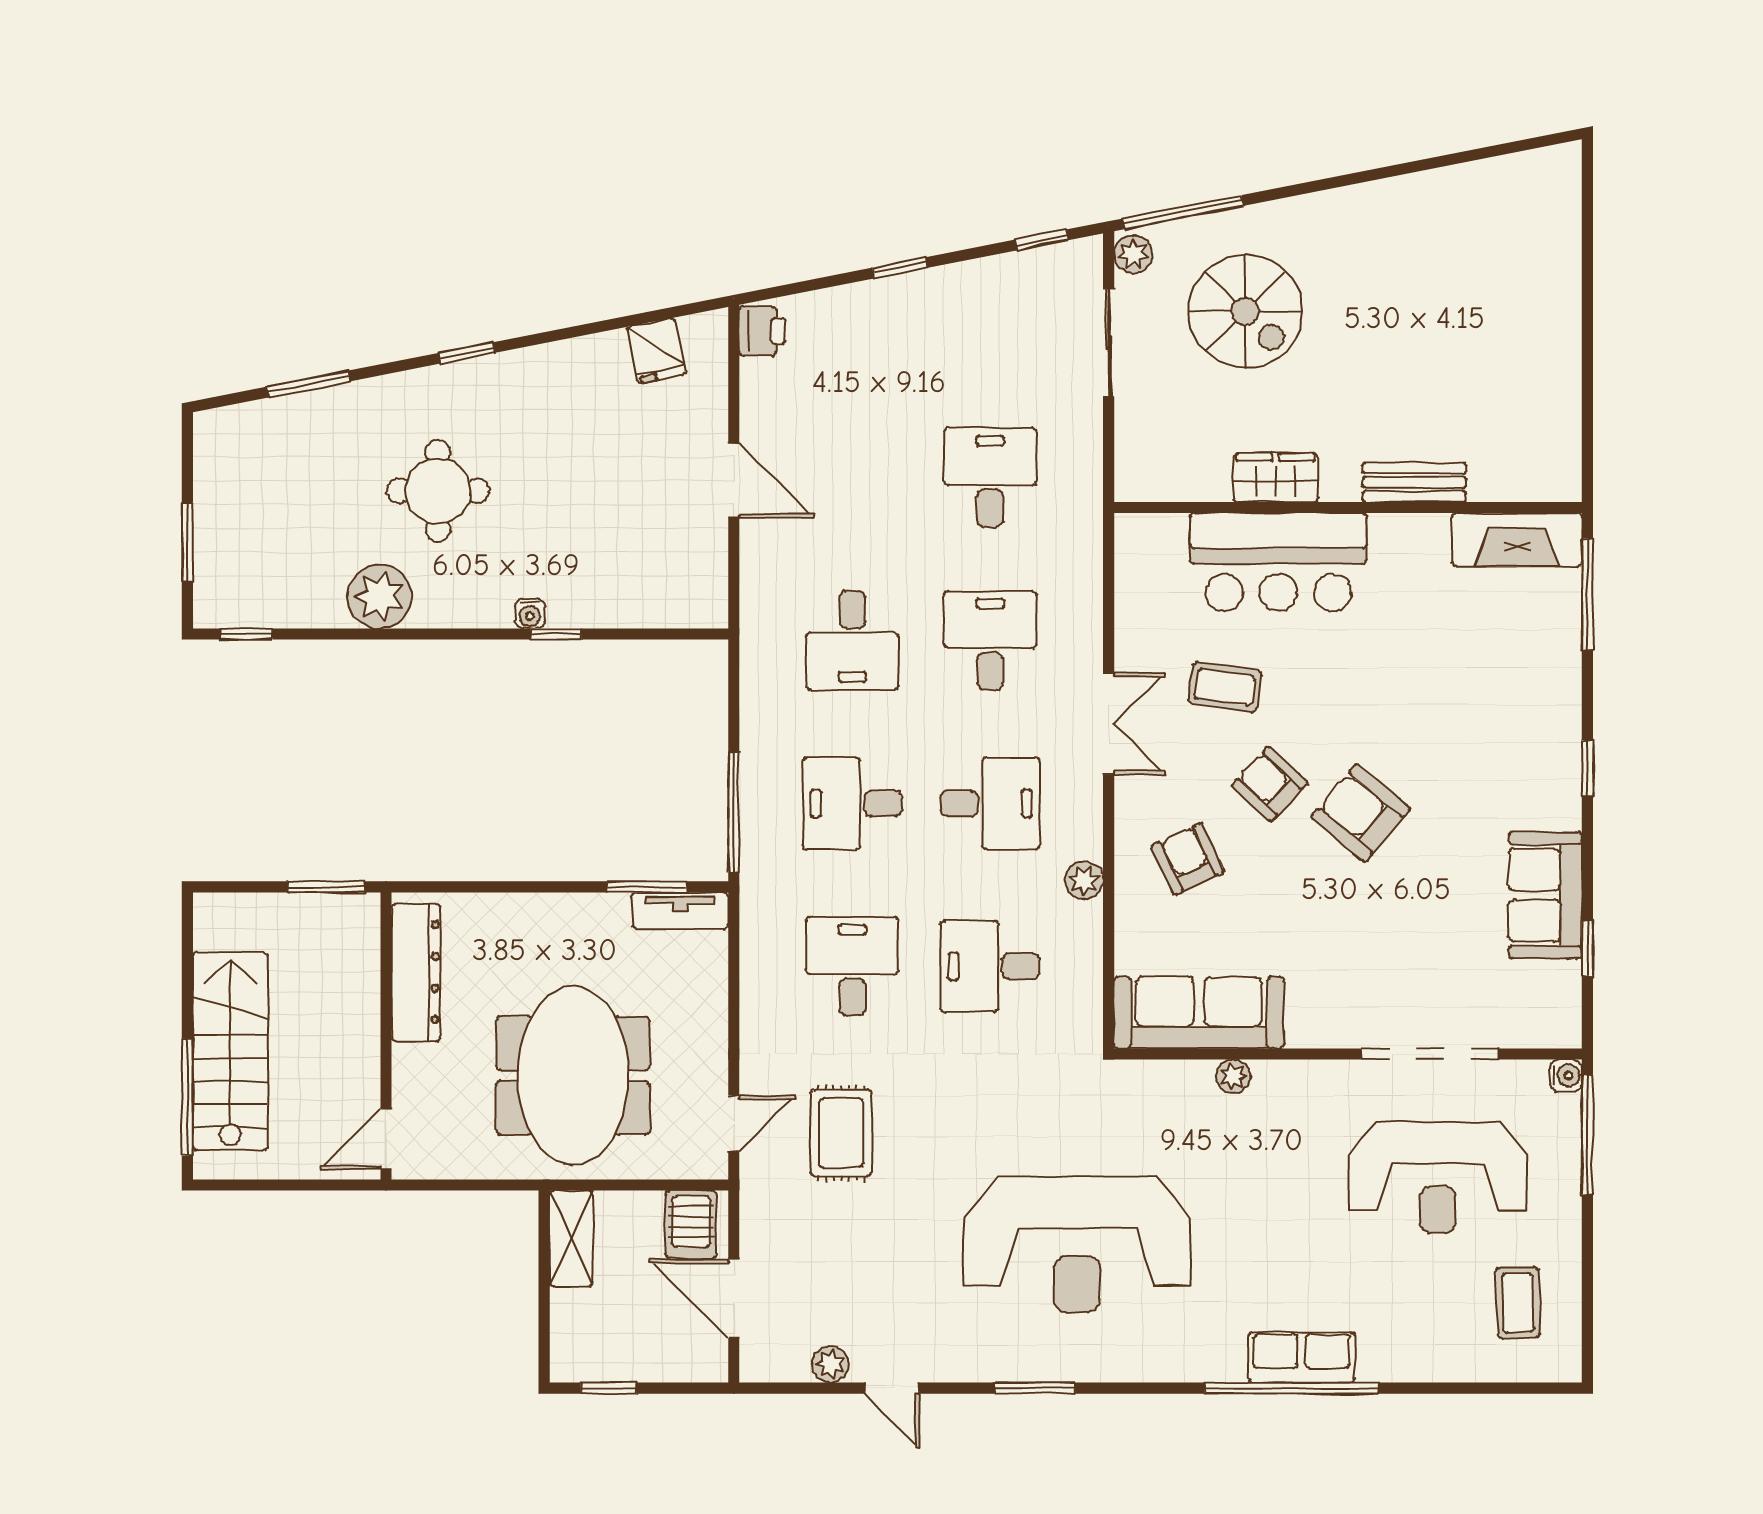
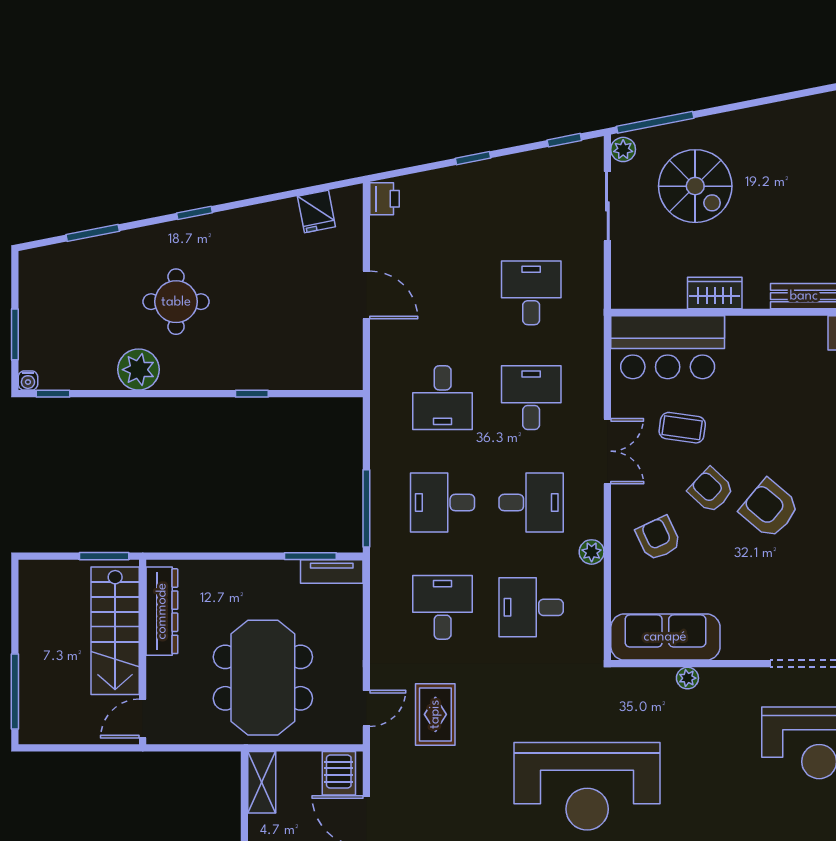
bar counter: (1278, 562) -> (668, 347), moved
water cooler: (530, 614) -> (28, 381), moved
stairs: (230, 1051) -> (115, 631), moved, turned 180

